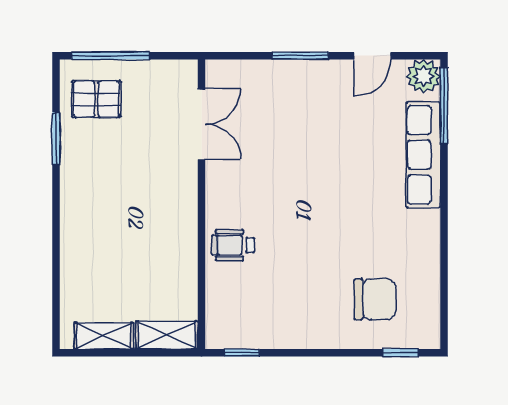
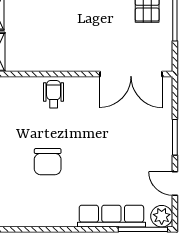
double door: (202, 124) -> (131, 74), width x1.37
chair: (375, 299) -> (48, 162), moved

